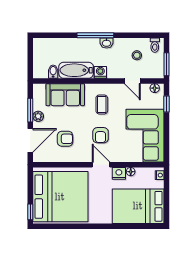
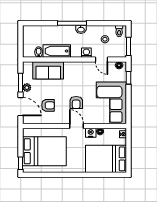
washing machine: (100, 72) -> (86, 53), moved
coffee table: (102, 104) -> (77, 78), removed
door: (30, 140) -> (21, 107), hinge flipped
bed: (60, 197) -> (44, 151), width x0.73

